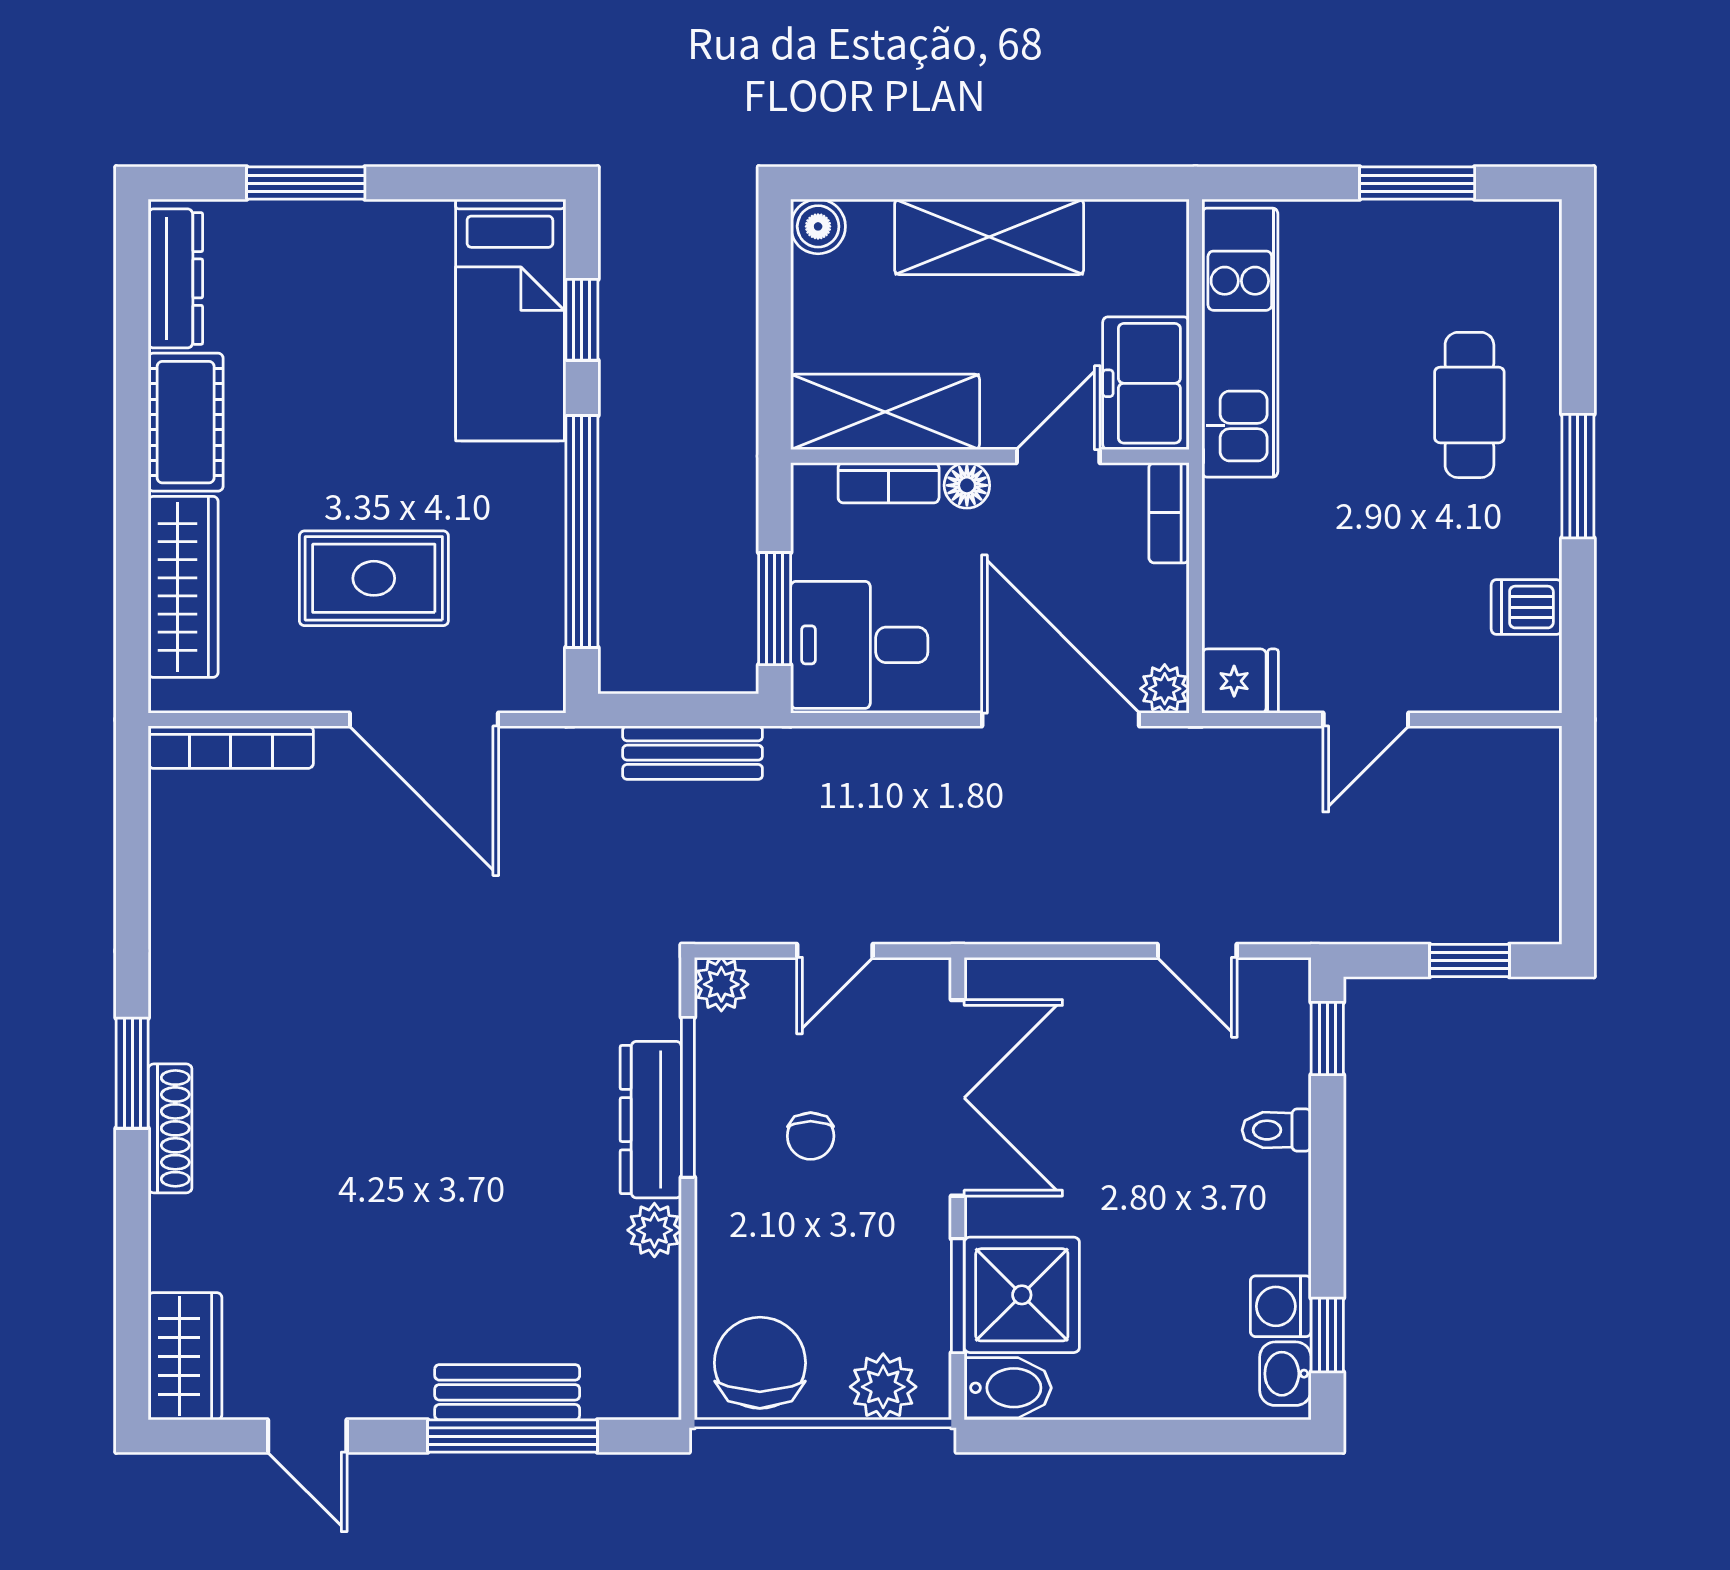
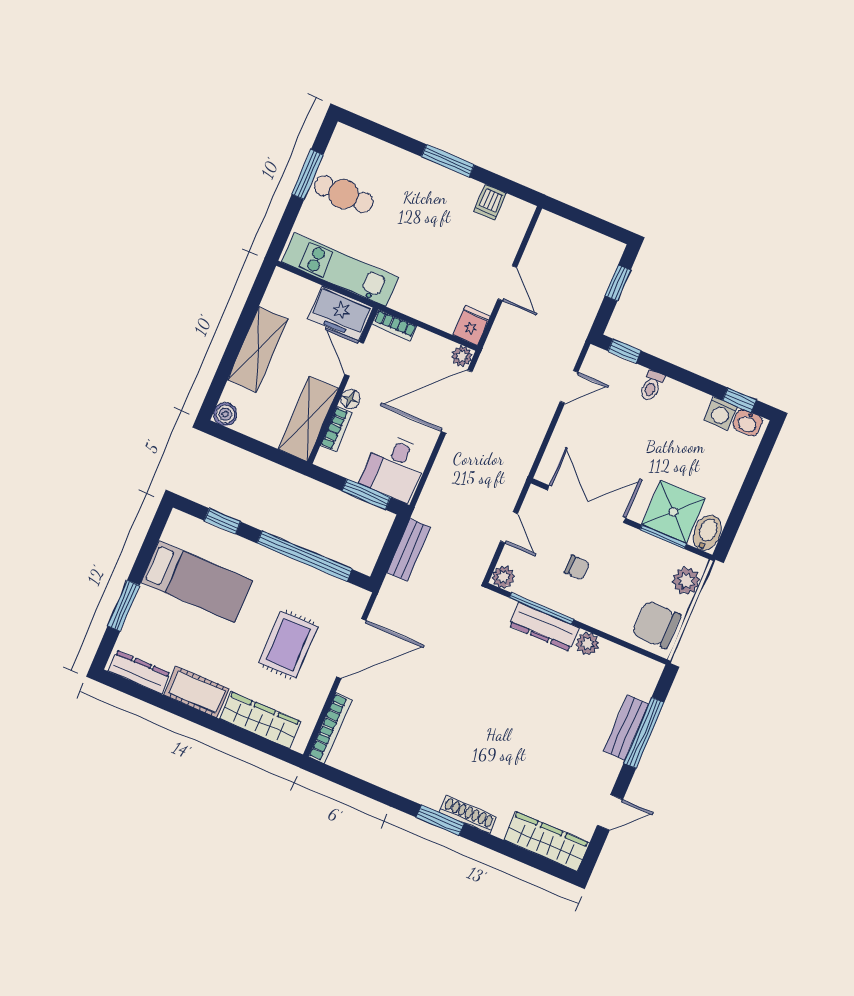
bed: (510, 320) -> (197, 582), moved
cafe table: (1469, 405) -> (344, 194), moved
wardrobe: (185, 1356) -> (546, 841), width x1.50

